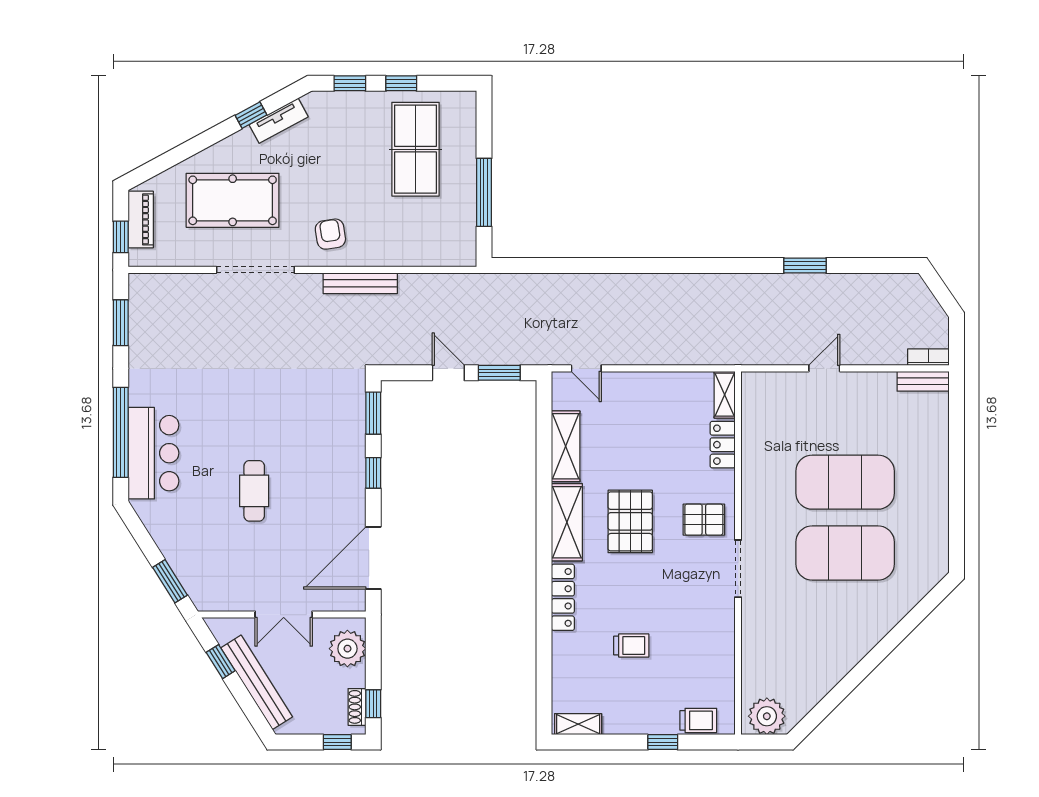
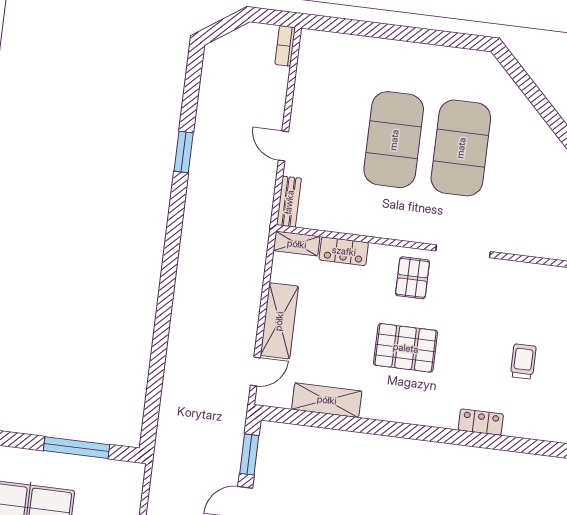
bench: (923, 381) -> (289, 202), moved
shelving: (567, 522) -> (279, 321), moved, turned 90
locker: (563, 597) -> (481, 422), width x0.66

